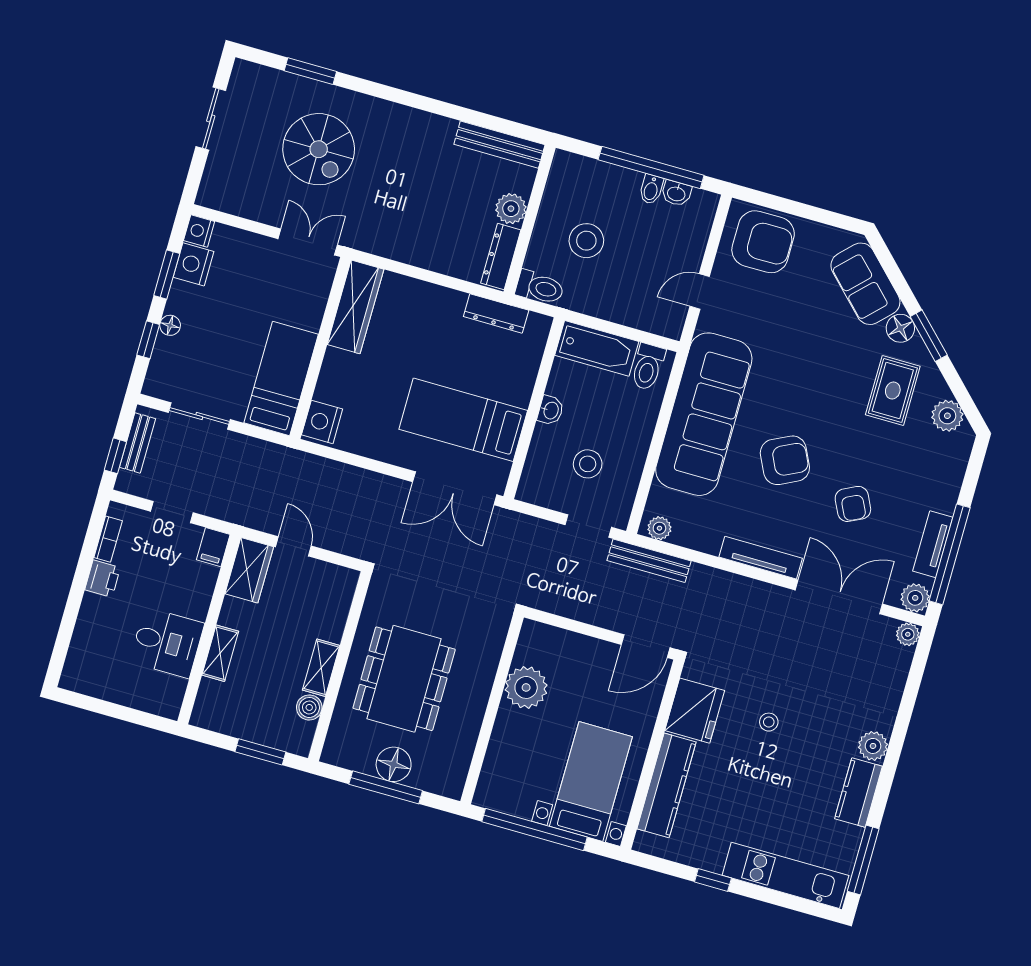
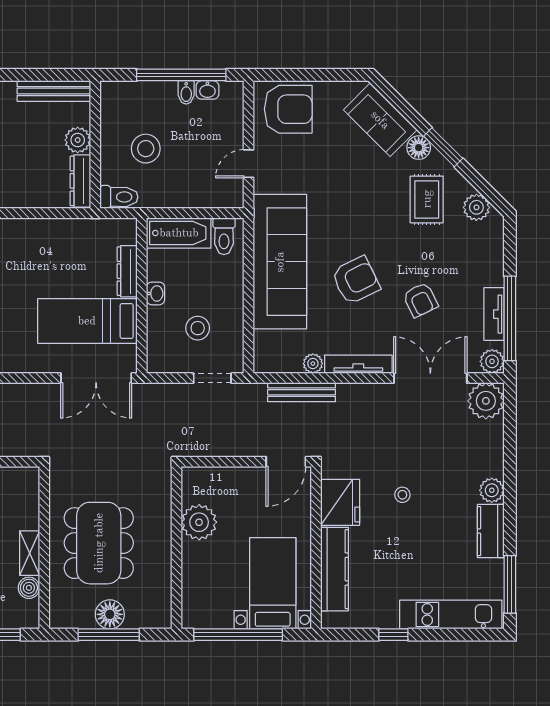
dresser: (496, 313) -> (127, 271), moved, turned 90
plant: (659, 528) -> (313, 364), moved
bench: (649, 561) -> (302, 392), moved
plant: (908, 634) -> (486, 401), width x1.88, depth x1.88

